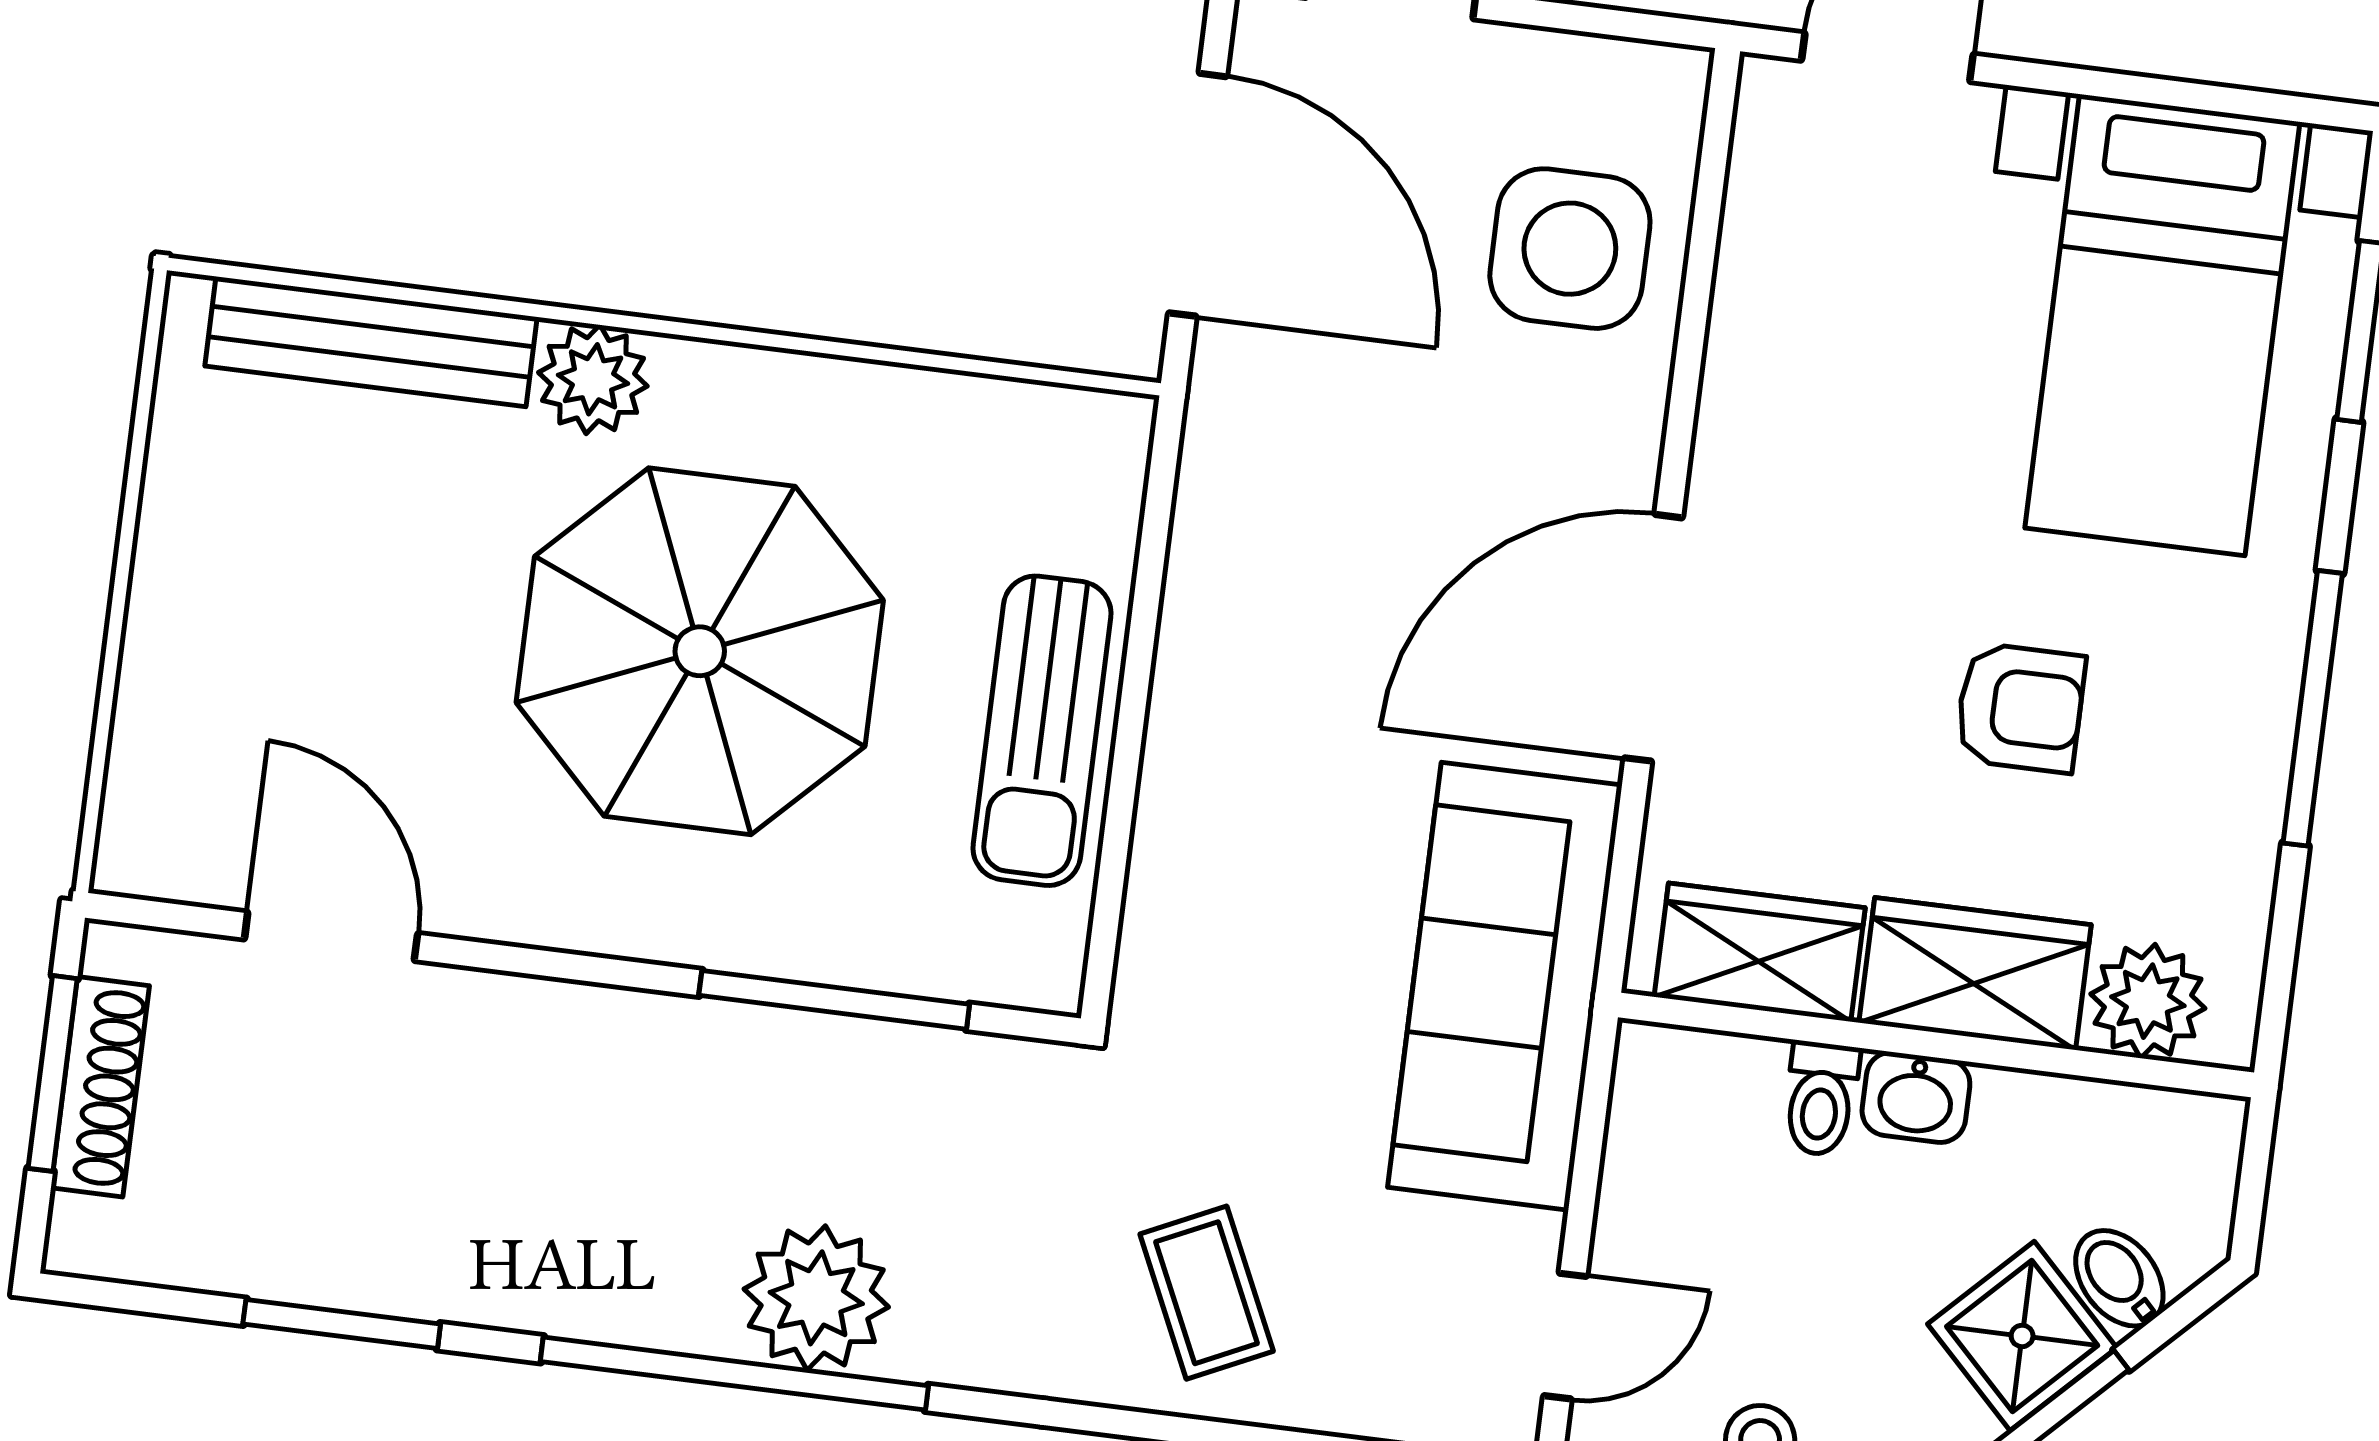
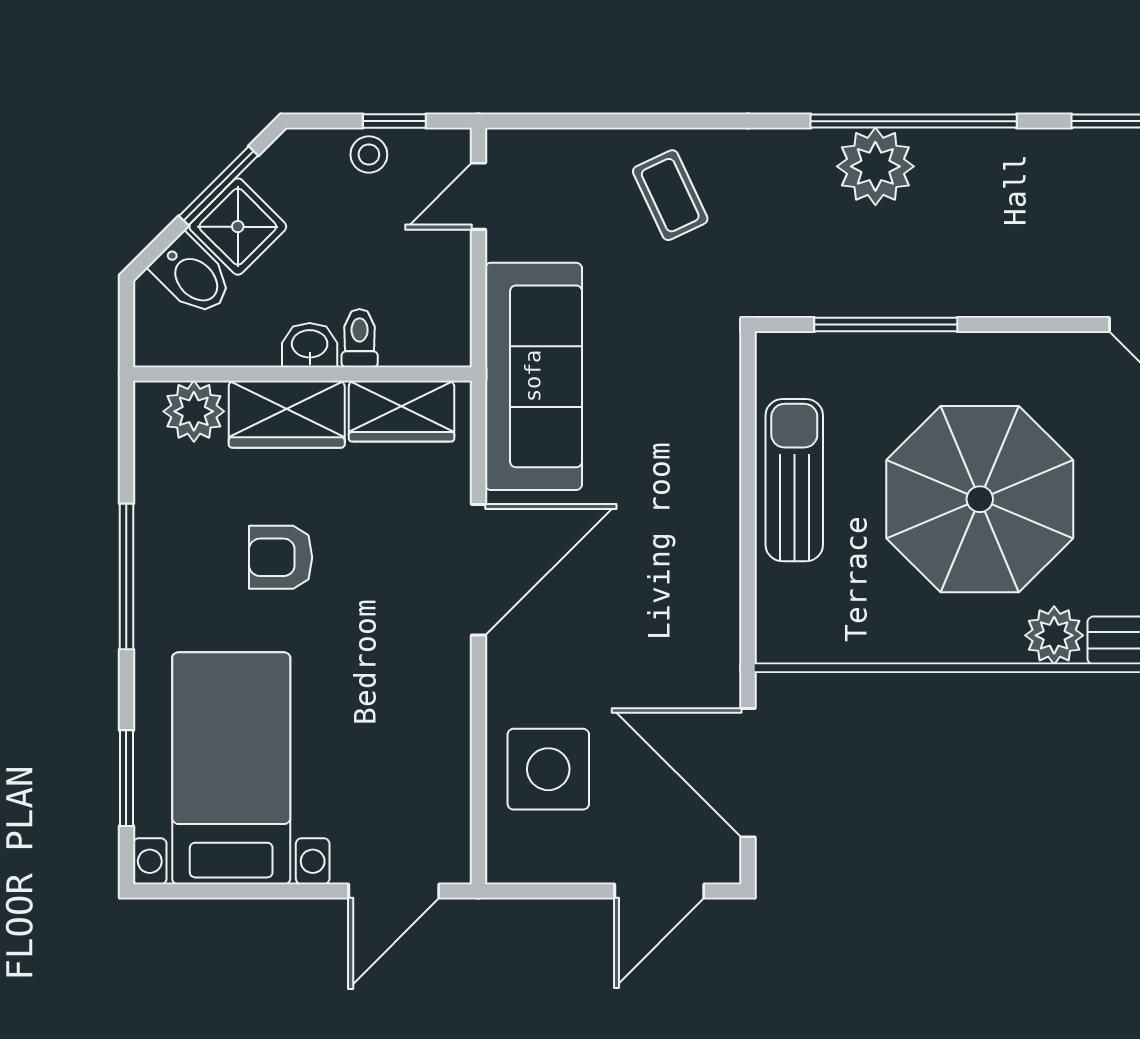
bidet: (2119, 1278) -> (192, 276), width x1.38, depth x1.36

